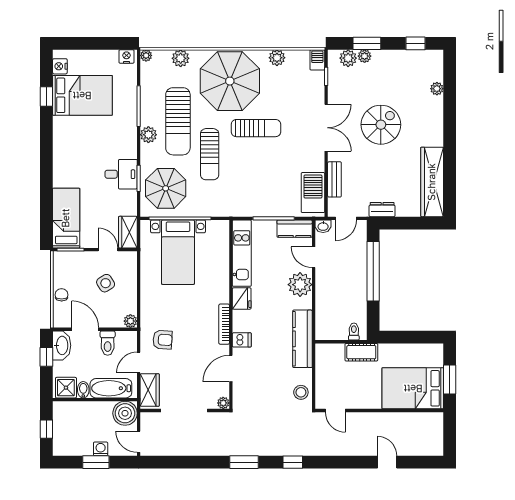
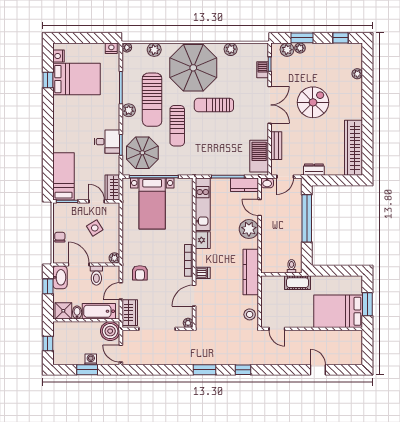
barbecue: (317, 60) -> (263, 70), moved
sun lounger: (256, 128) -> (214, 105), turned 180
armchair: (163, 340) -> (140, 273), turned 87

